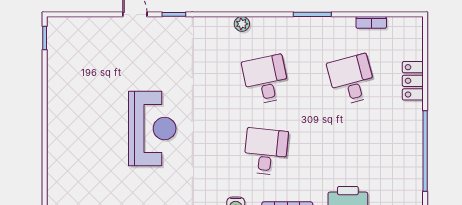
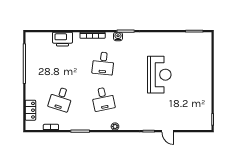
desk: (352, 80) -> (61, 99), turned 33
locker: (413, 81) -> (30, 110), moved
reception desk: (152, 129) -> (159, 75), turned 180

